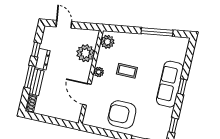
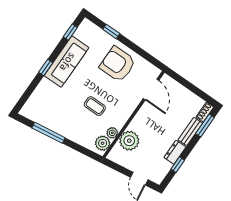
plant: (99, 72) -> (112, 133), moved
window: (30, 77) -> (205, 126), moved
sofa: (170, 84) -> (67, 62), moved
door: (87, 94) -> (151, 90), moved
armchair: (122, 114) -> (118, 64), turned 180

